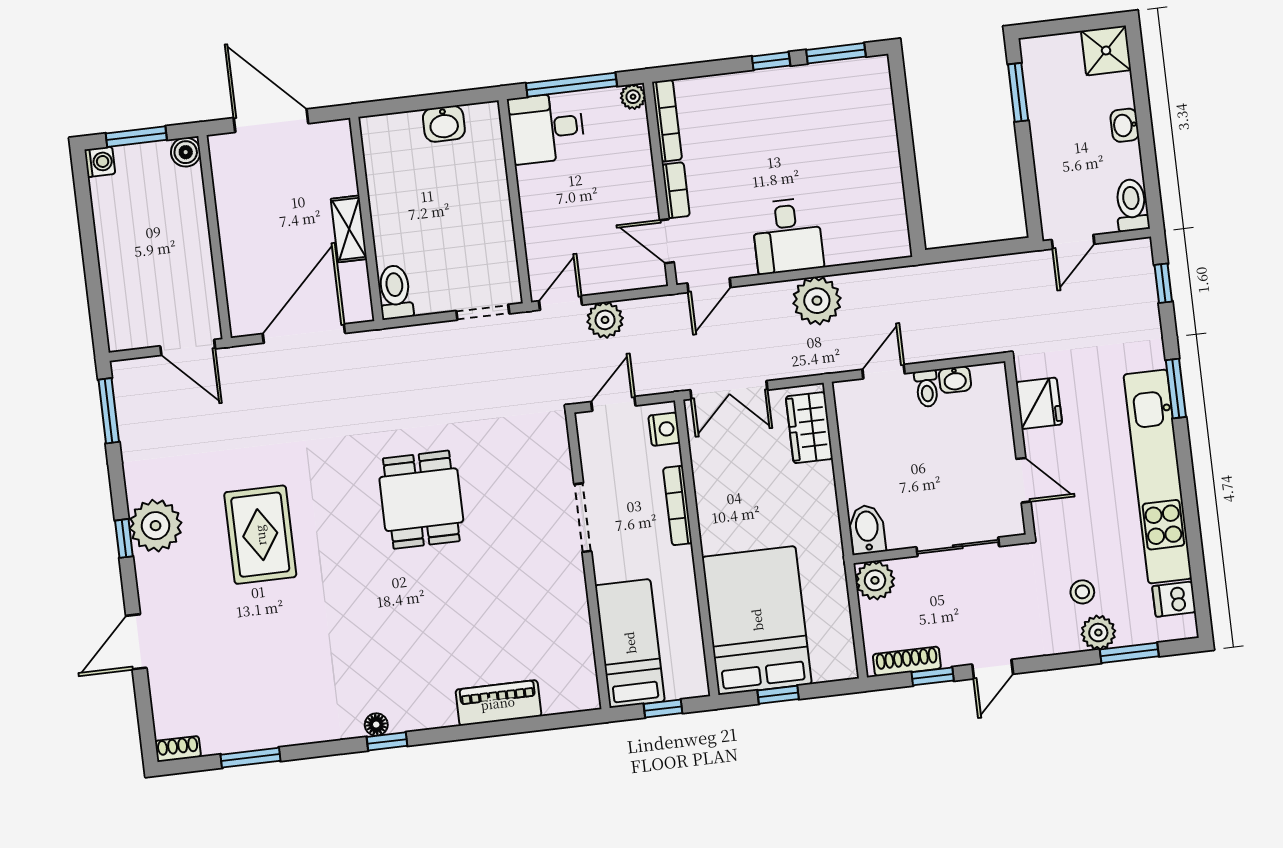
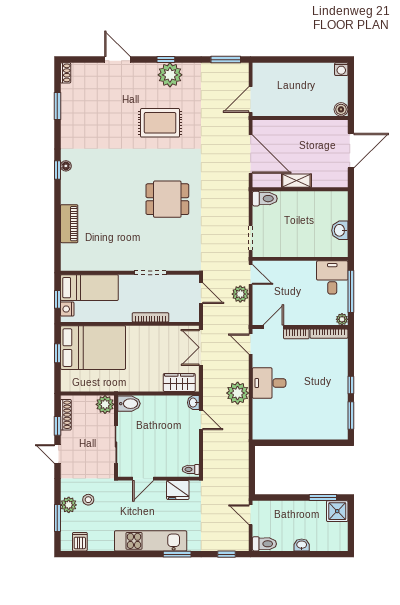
shower: (1106, 50) -> (337, 511), moved
window: (136, 137) -> (351, 87), removed
washbasin: (955, 380) -> (193, 403), moved
toilet: (927, 389) -> (191, 469), moved
nightstand: (664, 429) -> (67, 309), moved, turned 90
kitchen unit: (1158, 477) -> (151, 541), width x0.73

